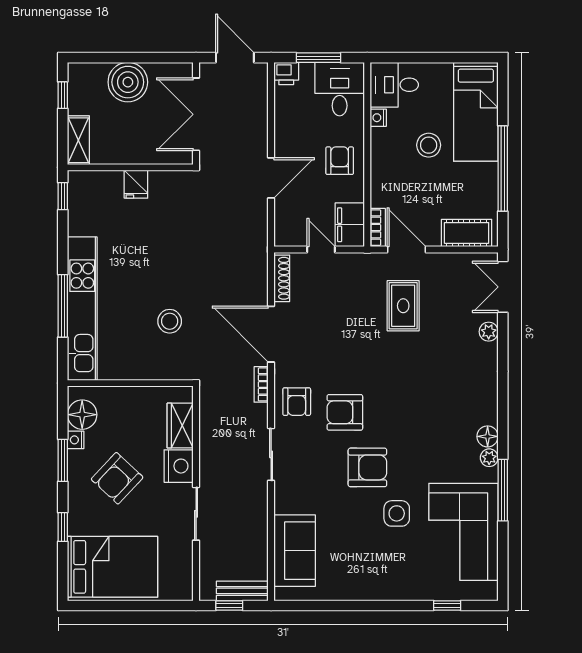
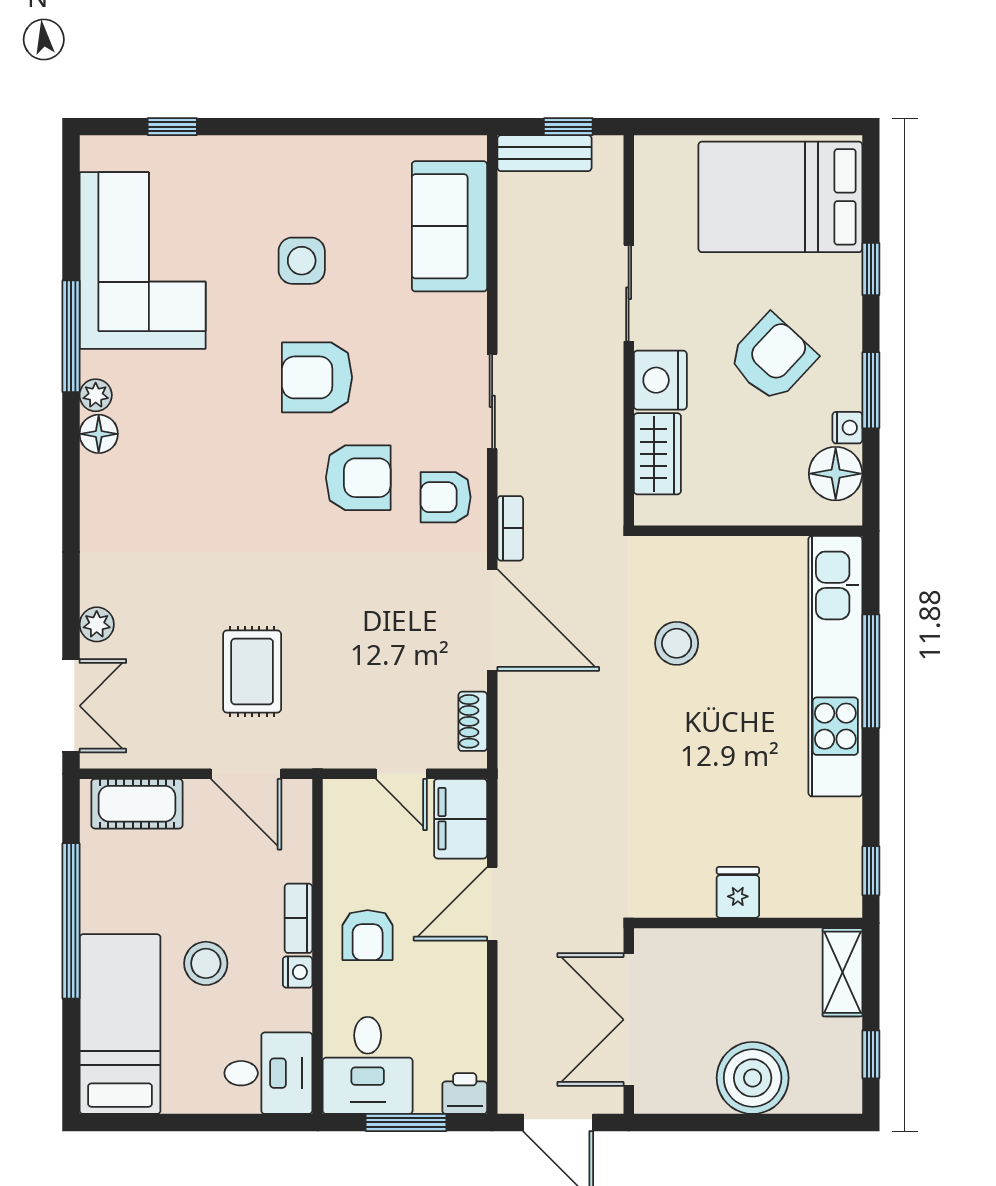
double door: (196, 114) -> (629, 1020), swing flipped
nightstand: (378, 118) -> (298, 972), moved
filing cabinet: (350, 225) -> (461, 819), moved, turned 180
bookcase: (378, 228) -> (298, 918), moved
shoe rack: (282, 278) -> (473, 721), width x0.70
armchair: (297, 402) -> (446, 497), turned -90
side table: (397, 513) -> (302, 261), moved

